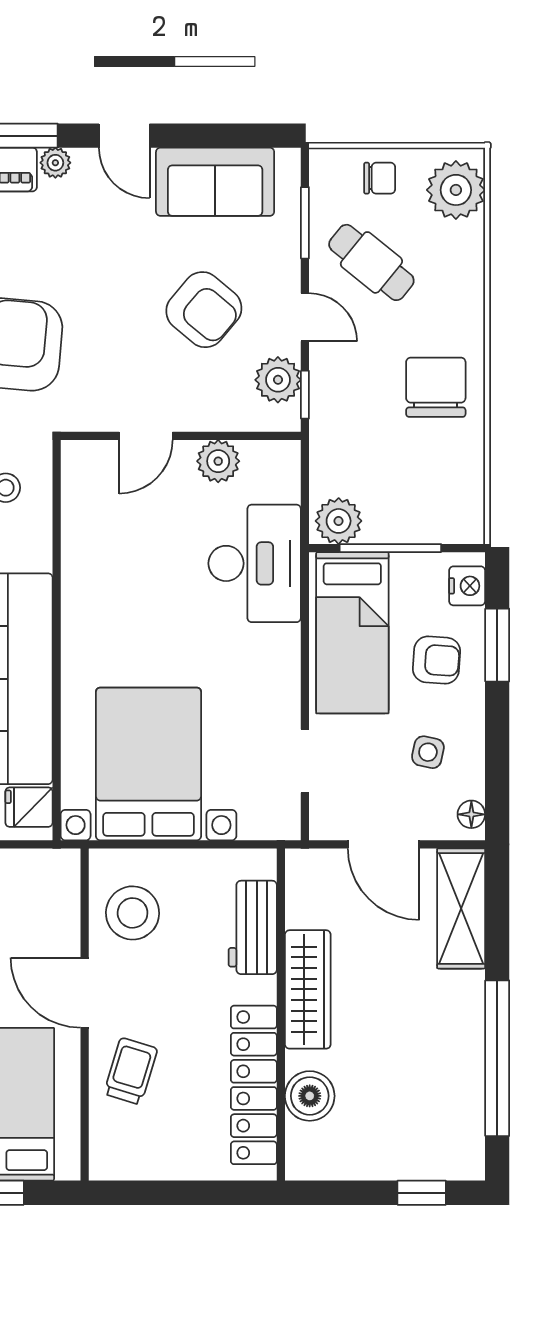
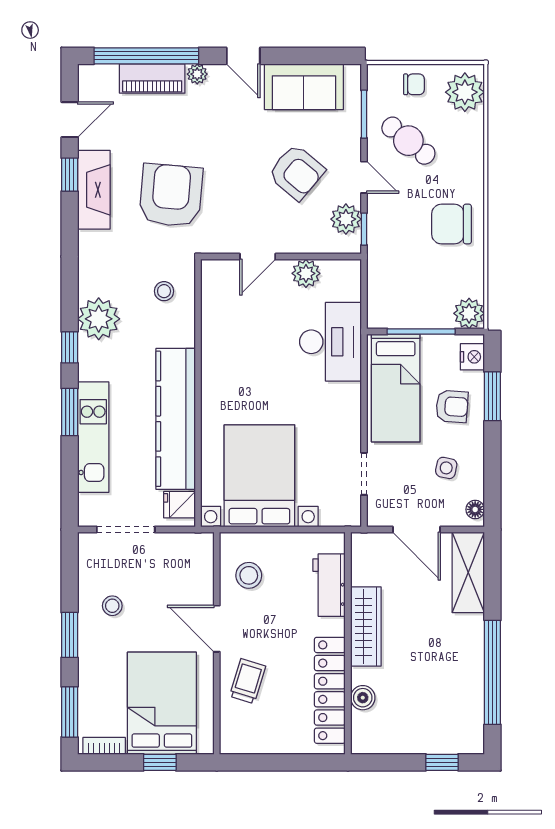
chair: (436, 387) -> (451, 224), turned -90
plant: (339, 521) -> (469, 313), moved
stool: (133, 913) -> (249, 575), width x0.73, depth x0.73
boiler: (310, 1096) -> (363, 698), width x0.73, depth x0.73

